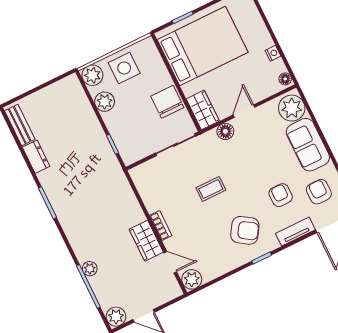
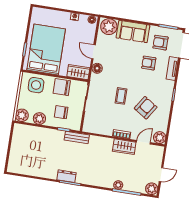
side table: (124, 68) -> (36, 85), moved
bench: (20, 125) -> (77, 137), moved
chair: (133, 125) -> (61, 112), added
dresser: (36, 157) -> (66, 176), moved
armchair: (245, 230) -> (146, 108), moved

